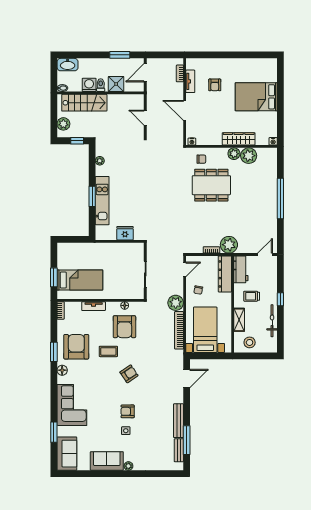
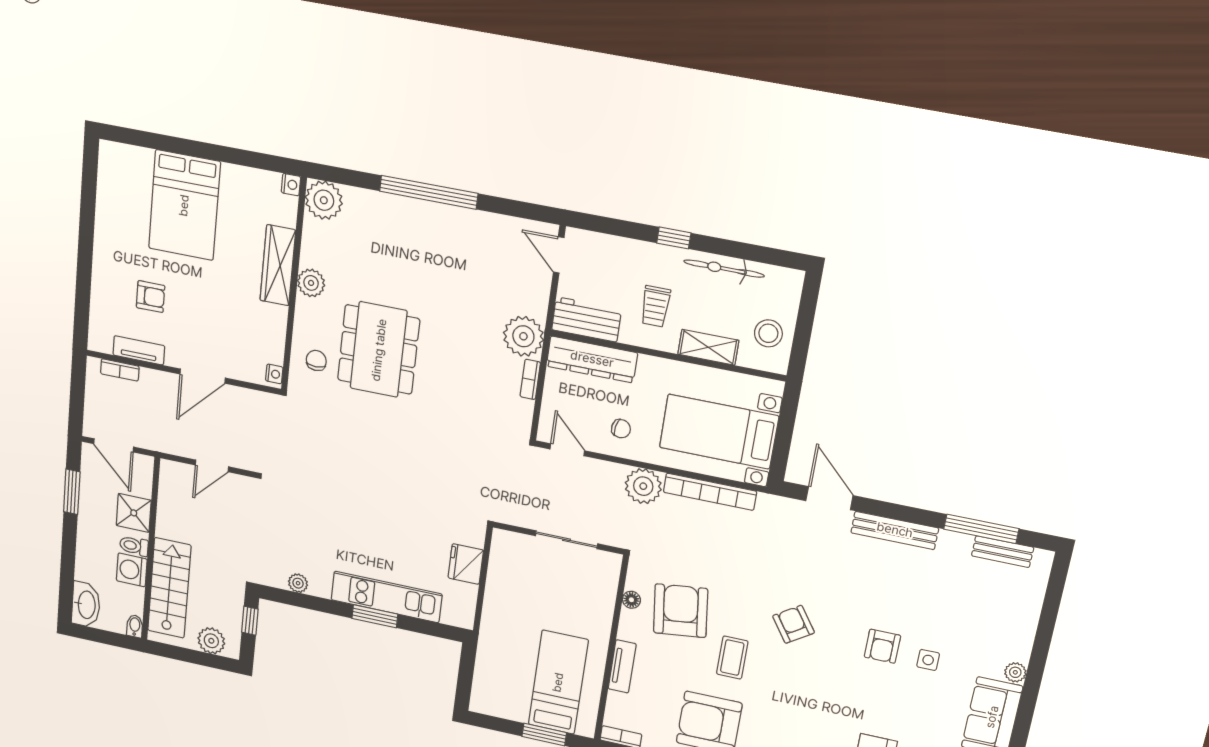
plant: (249, 156) -> (324, 200), moved
armchair: (124, 327) -> (681, 611), turned -97
bench: (179, 421) -> (895, 530), moved

